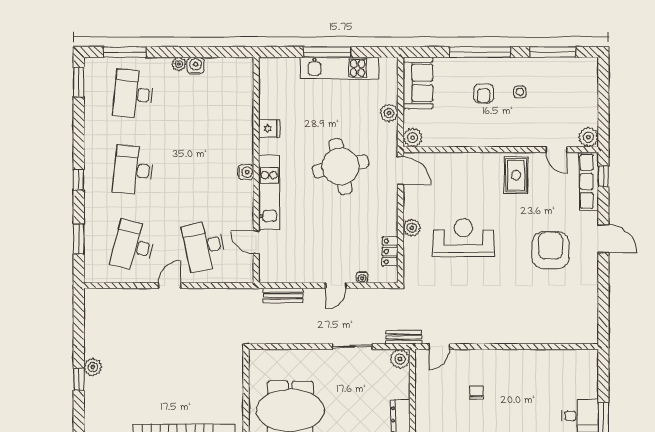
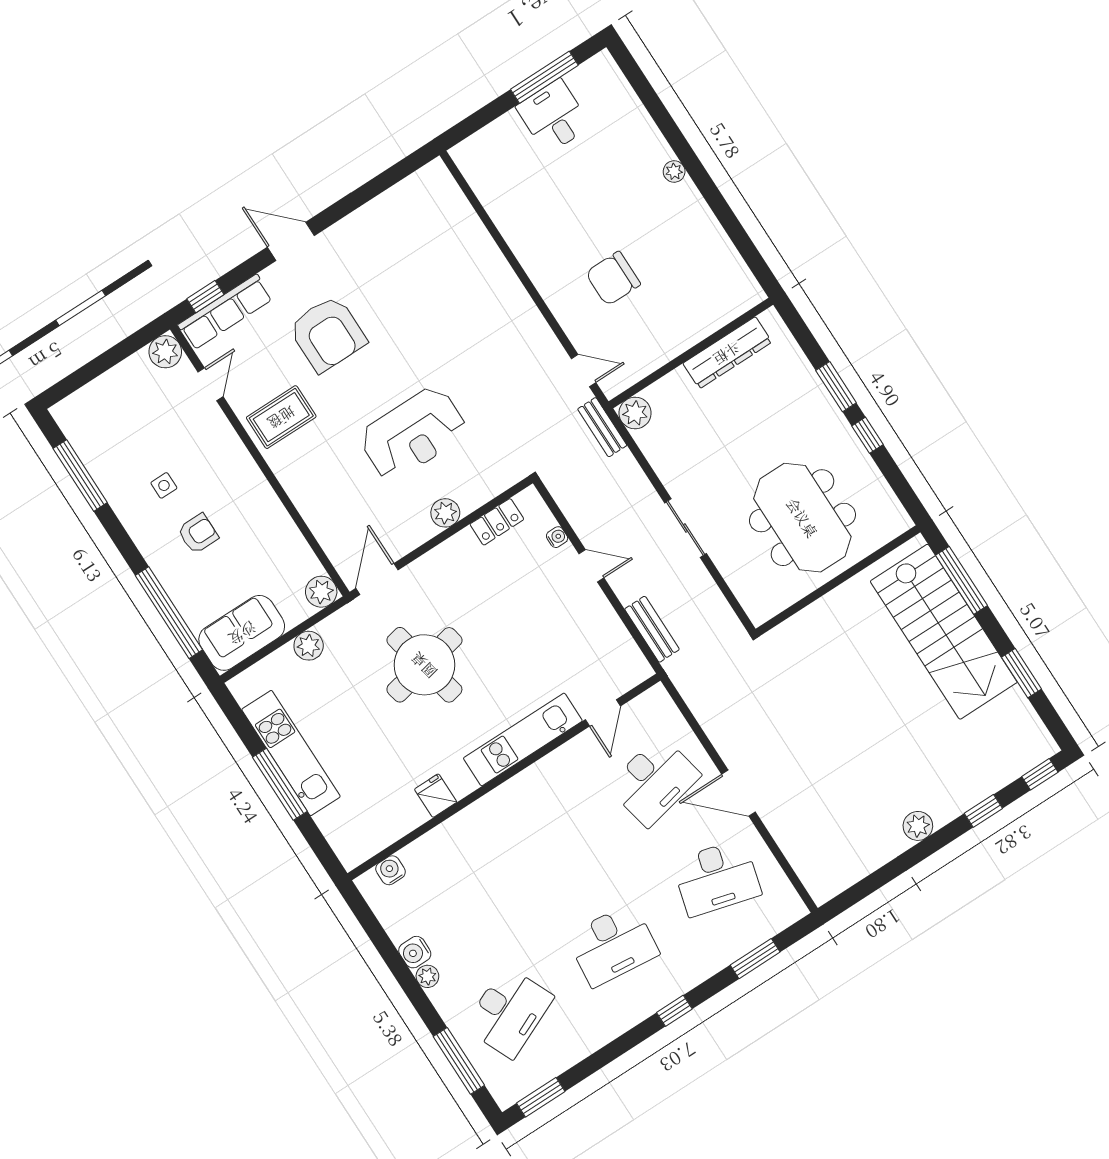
window: (480, 52) -> (169, 613), moved
desk: (133, 94) -> (509, 1012), turned -30
water cooler: (246, 172) -> (390, 870), moved
reception desk: (463, 238) -> (413, 434), turned -90
door: (603, 239) -> (291, 241), hinge flipped
armchair: (550, 250) -> (328, 334), moved, turned -90
door: (170, 286) -> (738, 793), width x1.37
sliding door: (352, 347) -> (686, 528), moved
window: (79, 379) -> (983, 811), moved
chair: (477, 392) -> (613, 278), width x1.87, depth x1.87

